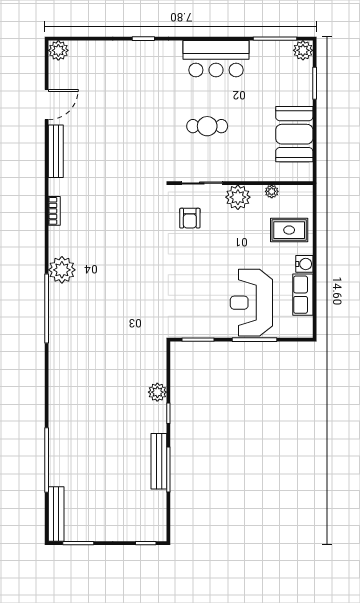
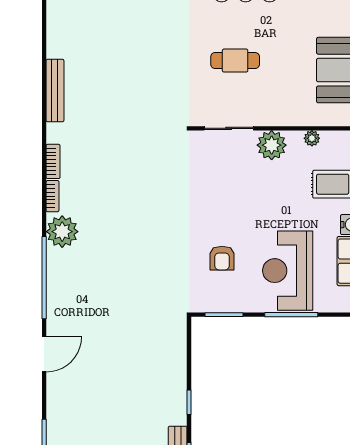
door: (47, 105) -> (44, 354), moved
armchair: (190, 218) -> (222, 258), moved
bookcase: (54, 240) -> (52, 196), added
plant: (157, 392) -> (176, 377), removed

